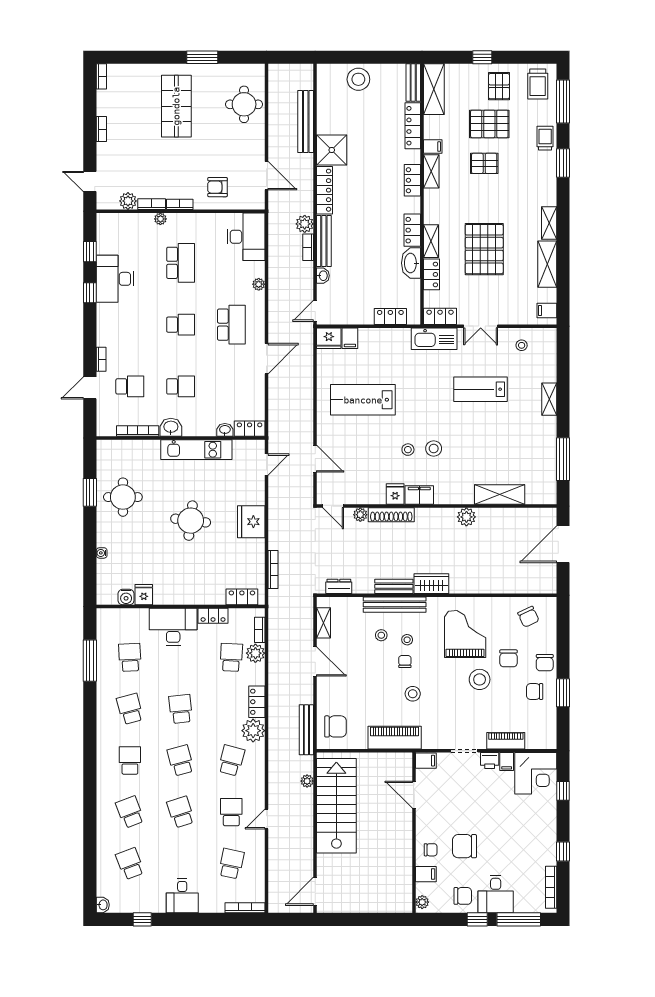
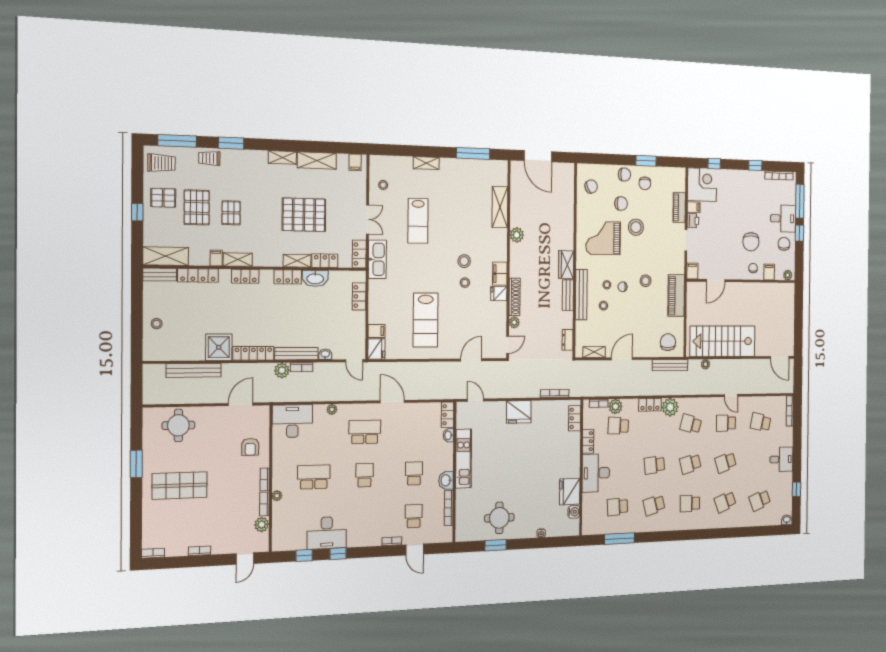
stool: (358, 79) -> (157, 324), width x0.53, depth x0.53
round table: (191, 521) -> (518, 462), removed
fridge: (144, 595) -> (570, 491), width x1.88, depth x1.34

